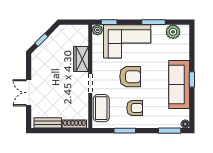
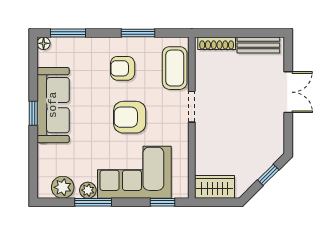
plant: (97, 30) -> (88, 190), moved
wardrobe: (81, 59) -> (215, 187), moved, turned -90

